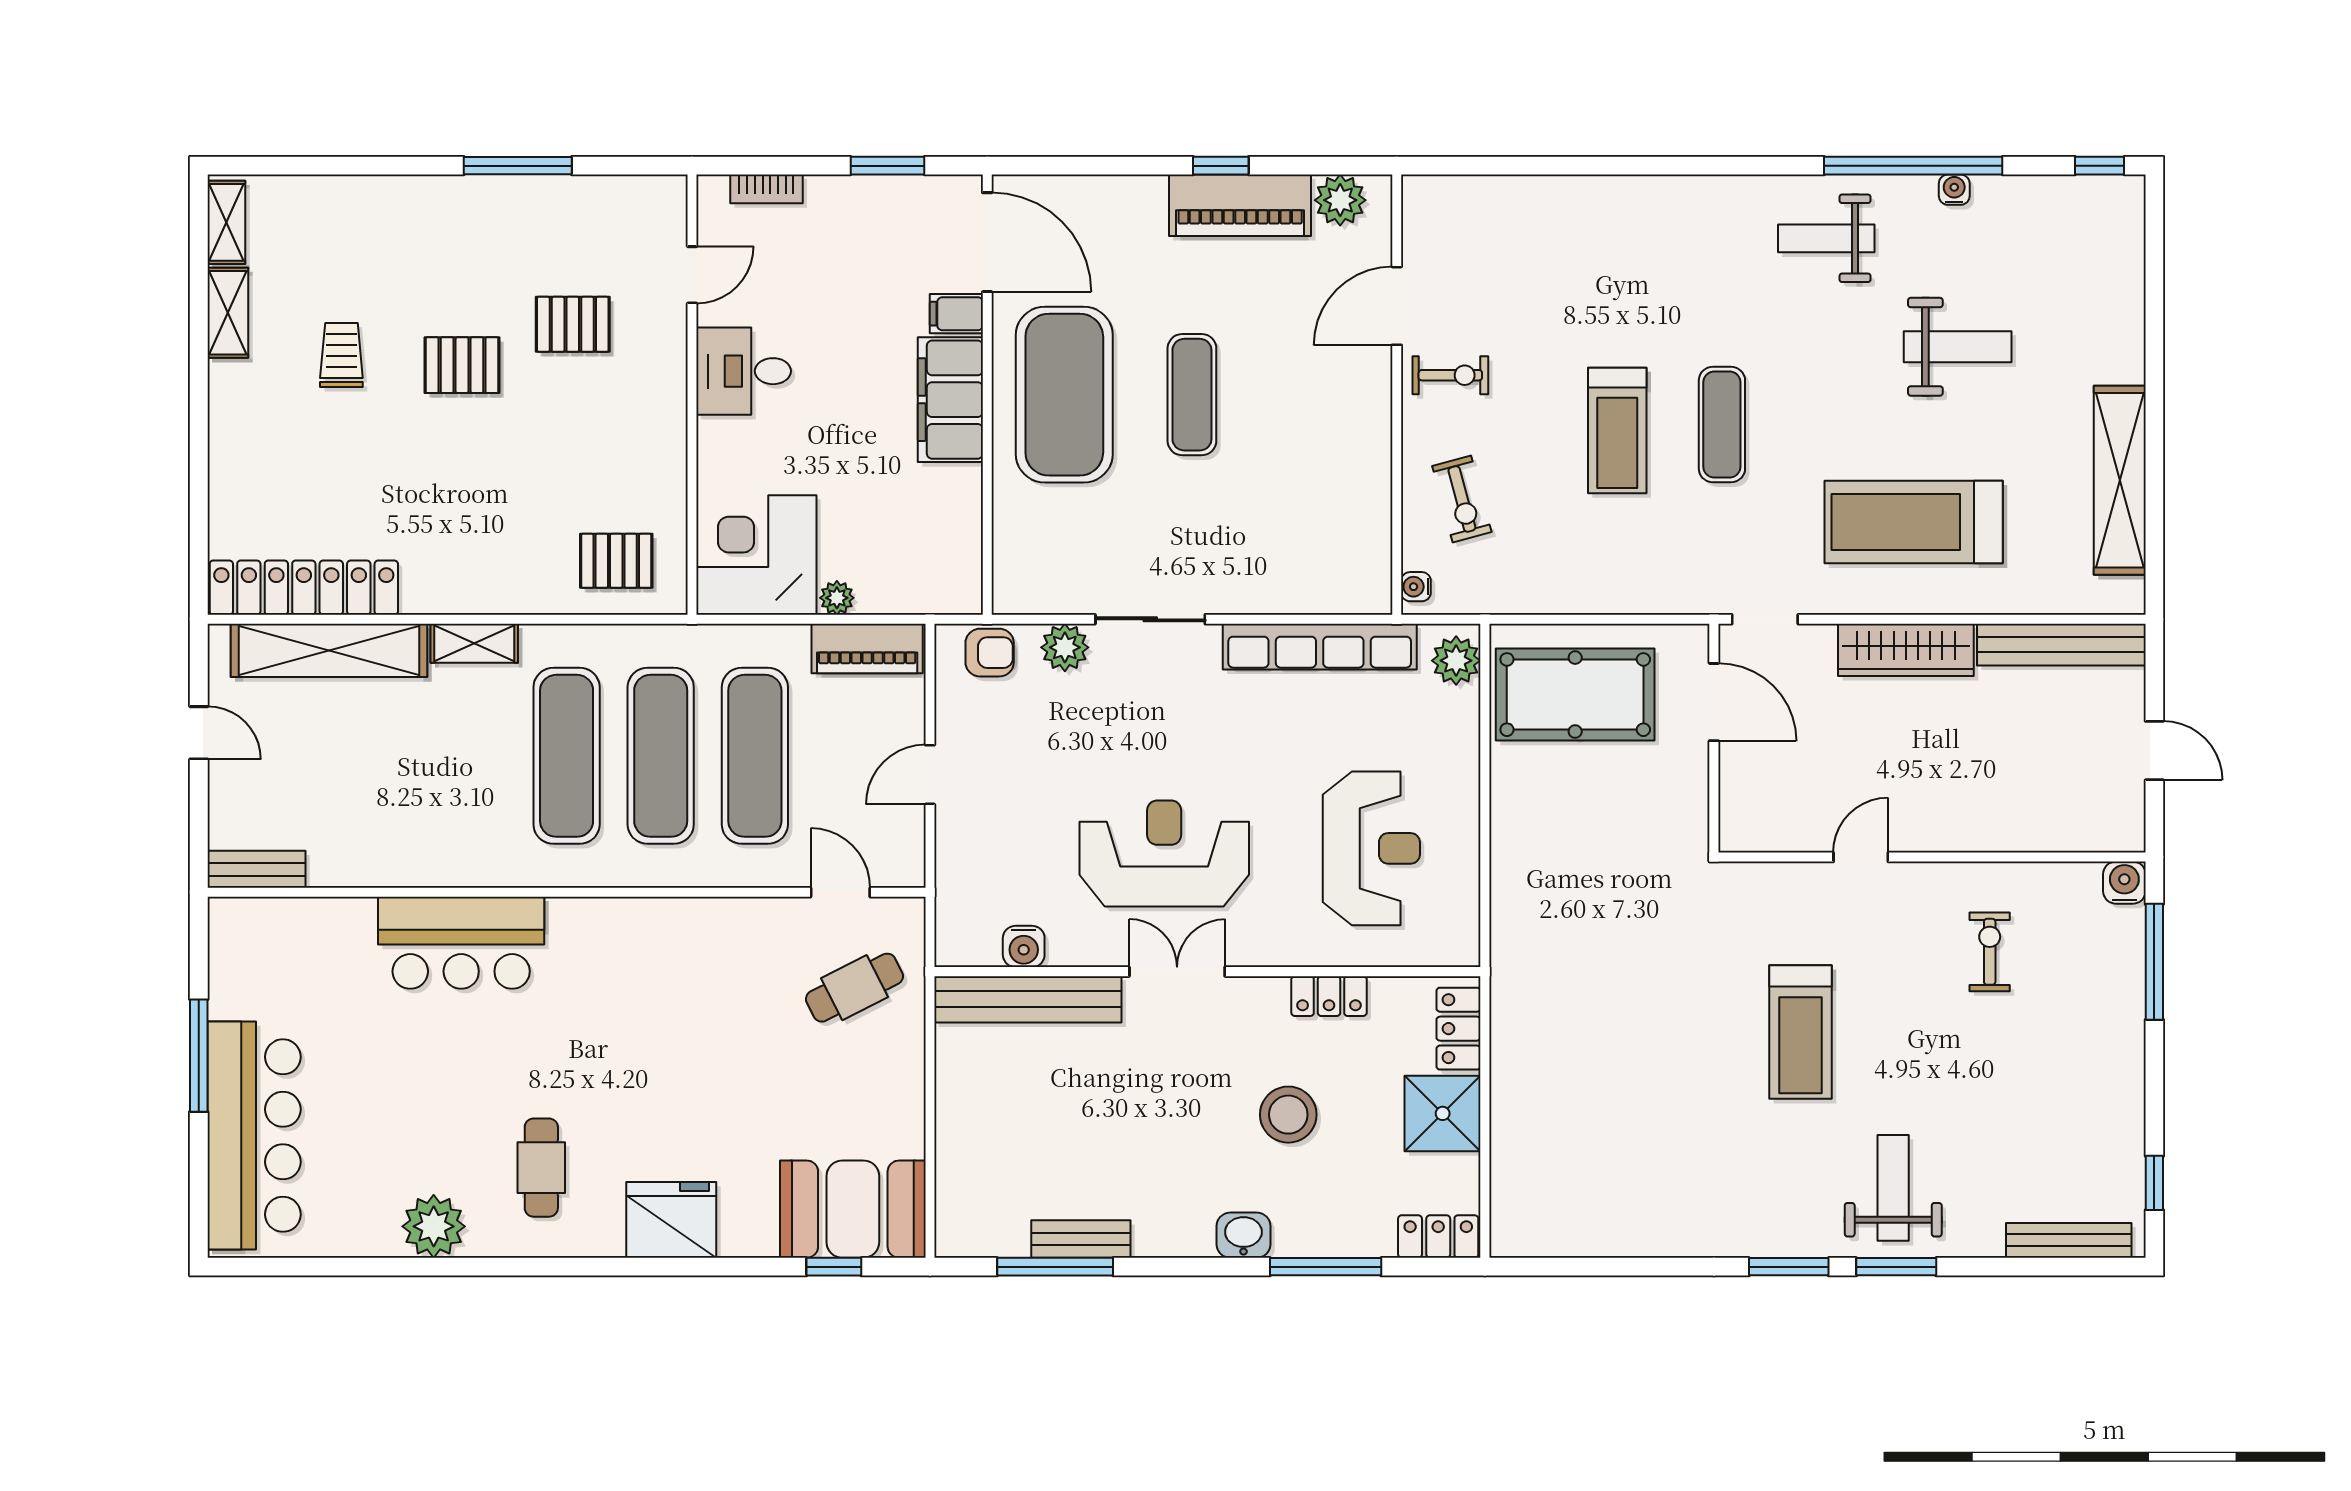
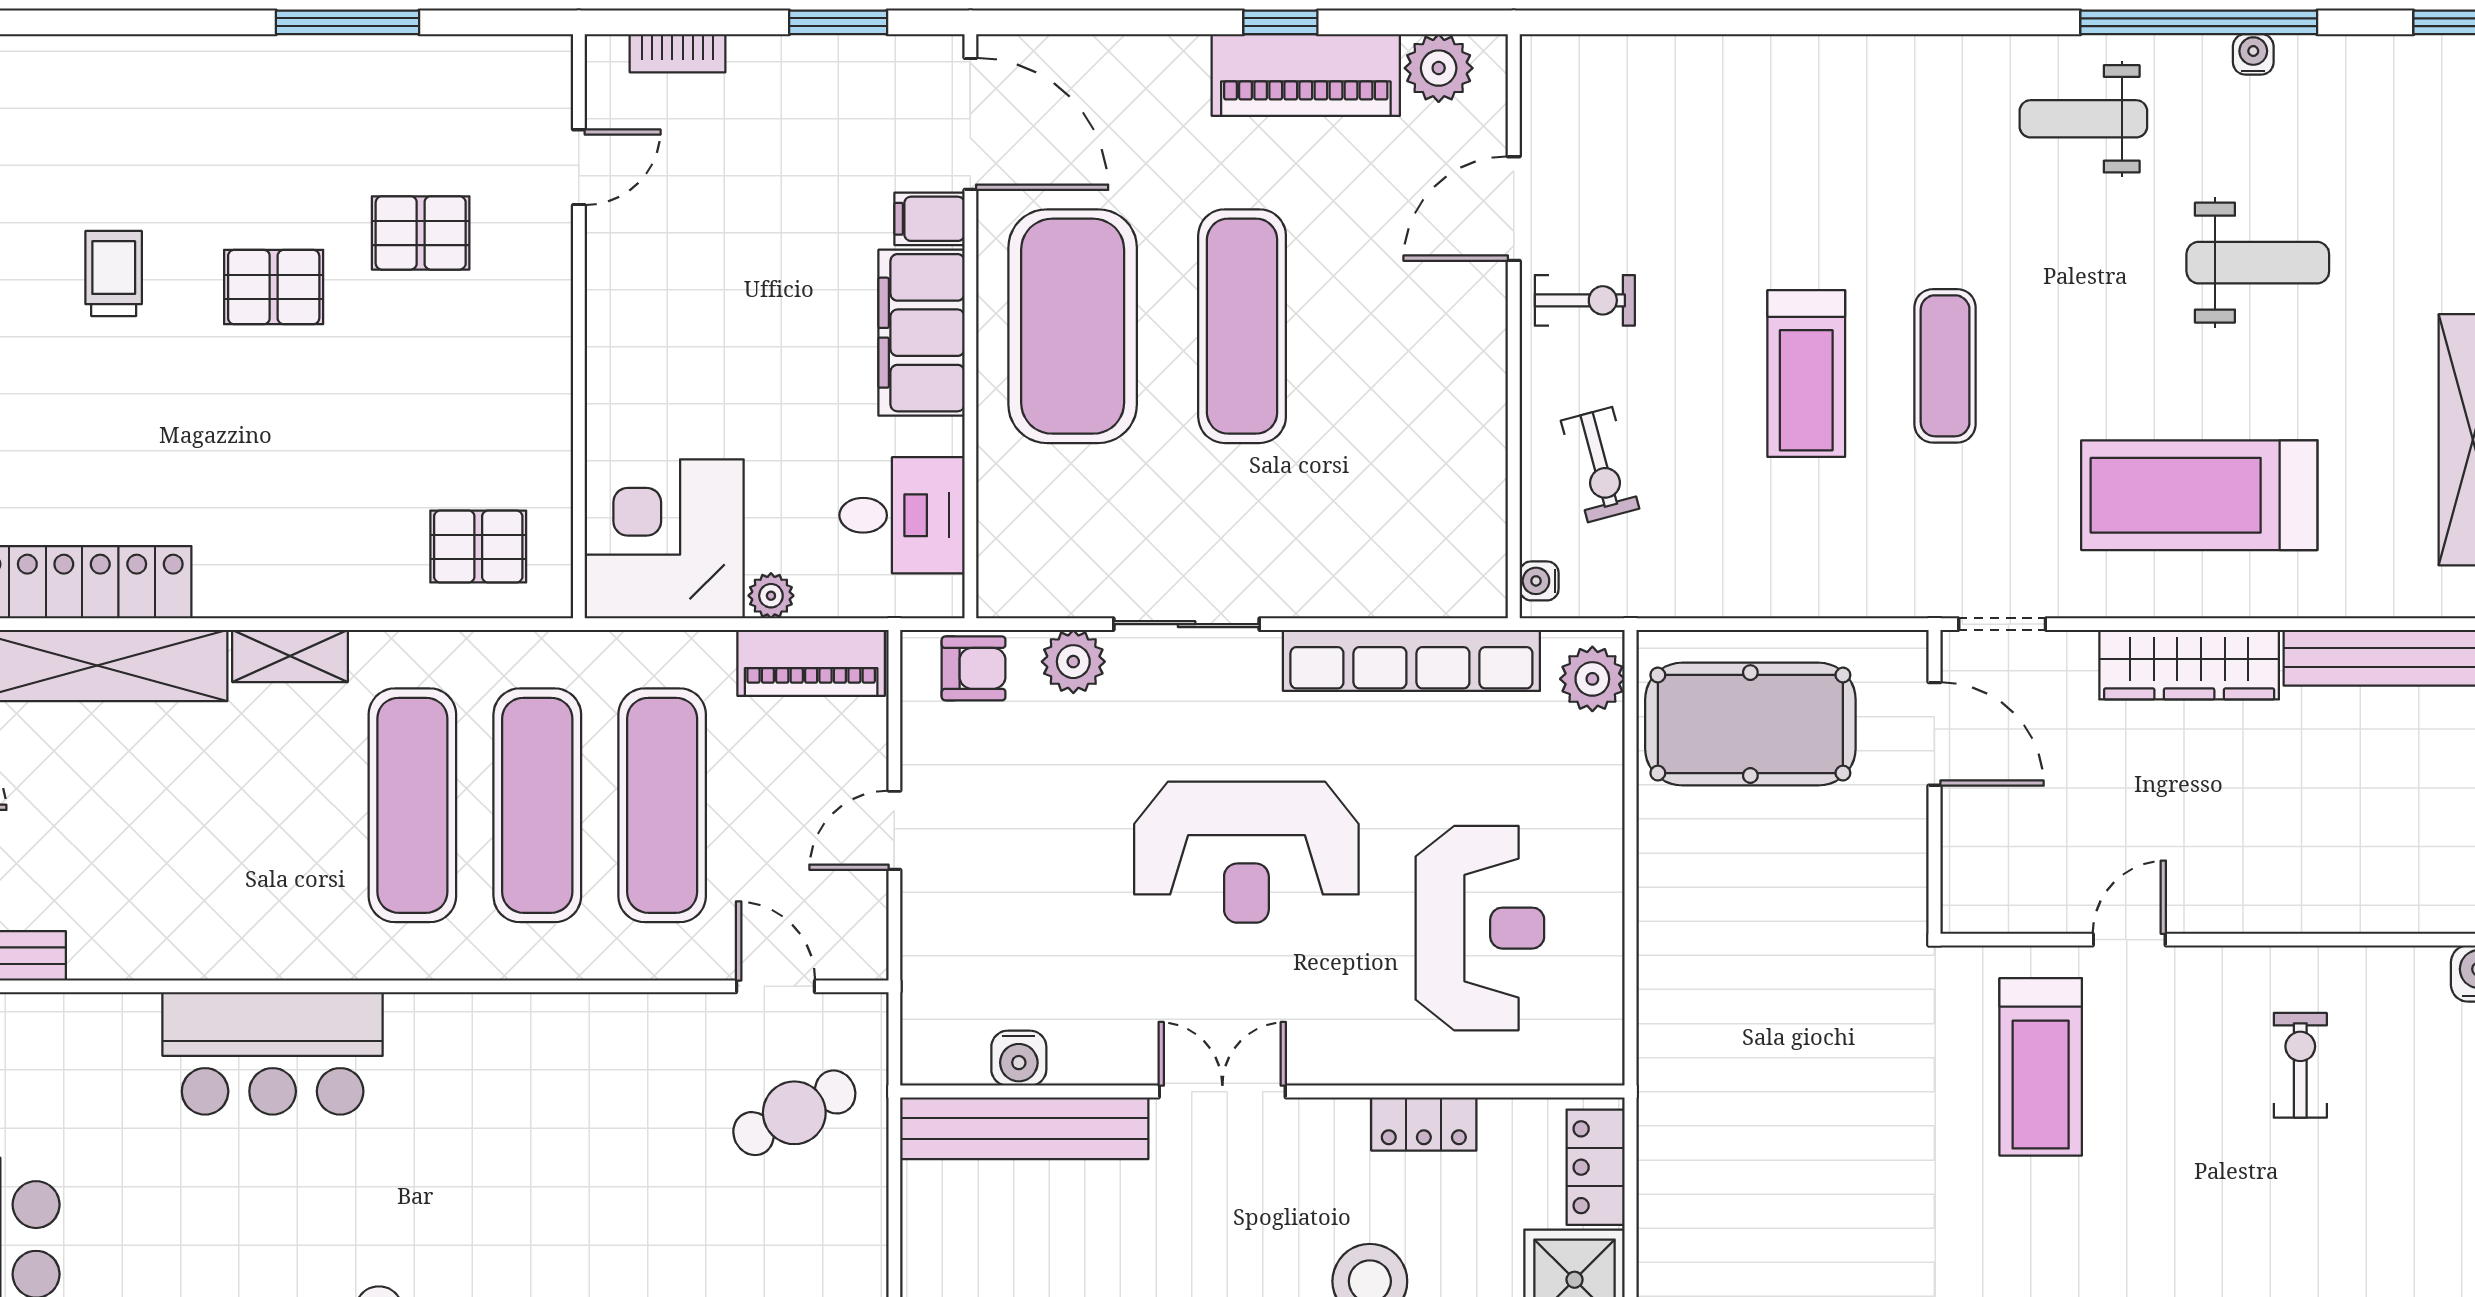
desk: (744, 371) -> (902, 515), moved, turned 180
exercise mat: (1192, 395) -> (1242, 326), width x1.36, depth x1.45
reception desk: (1164, 854) -> (1246, 852), moved, turned 180
treadmill: (1801, 1032) -> (2041, 1067), moved

